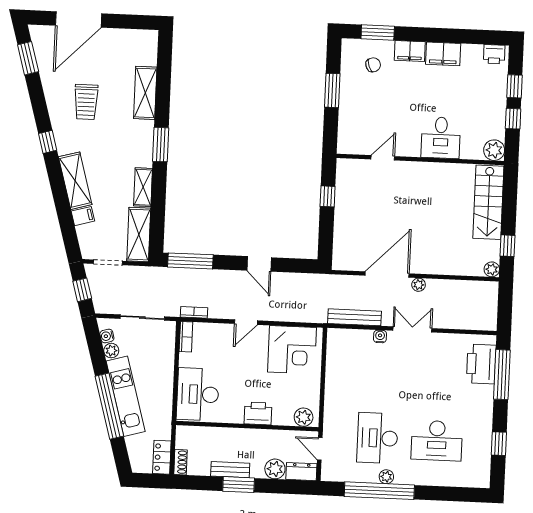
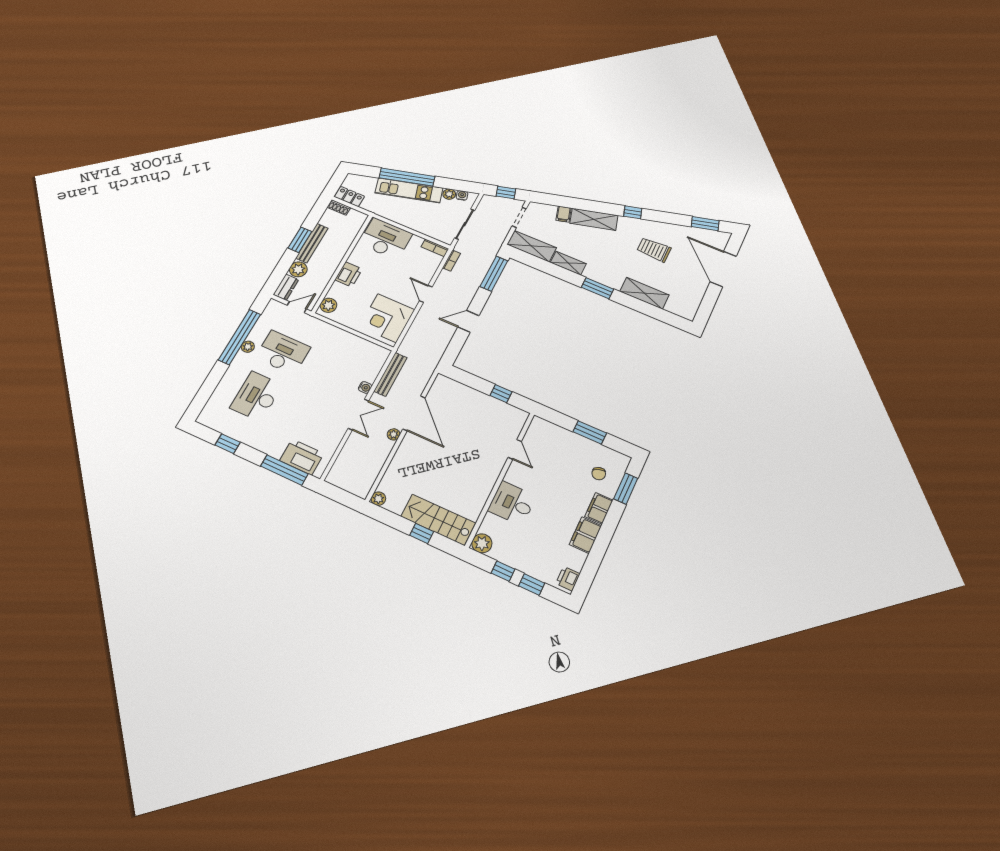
window: (508, 246) -> (422, 533), moved
bench: (230, 470) -> (312, 243), width x1.36

